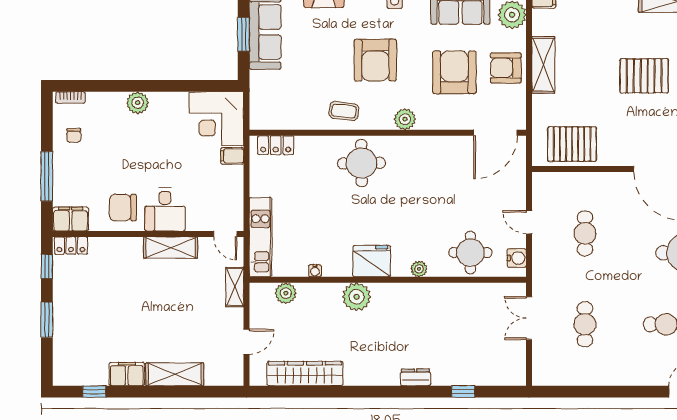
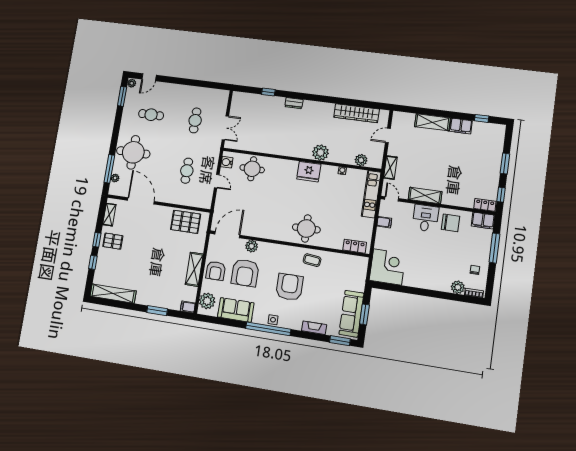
armchair: (506, 68) -> (216, 271), turned 90
pallet: (644, 76) -> (139, 254), removed
plant: (138, 103) -> (458, 287), moved
plant: (405, 119) -> (252, 246), moved
filing cabinet: (232, 156) -> (384, 222), moved
plant: (419, 269) -> (283, 164), removed

